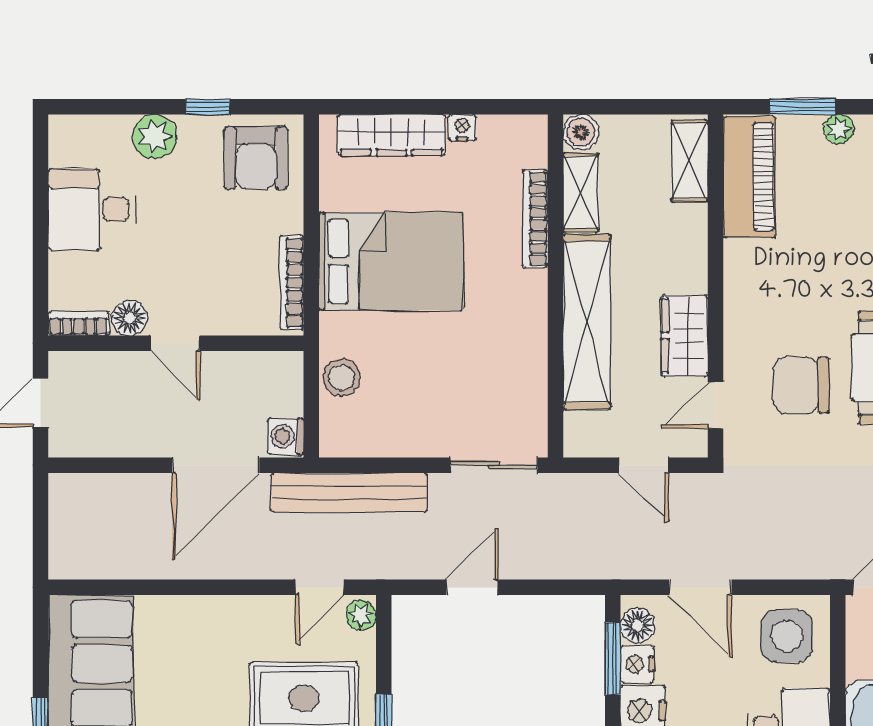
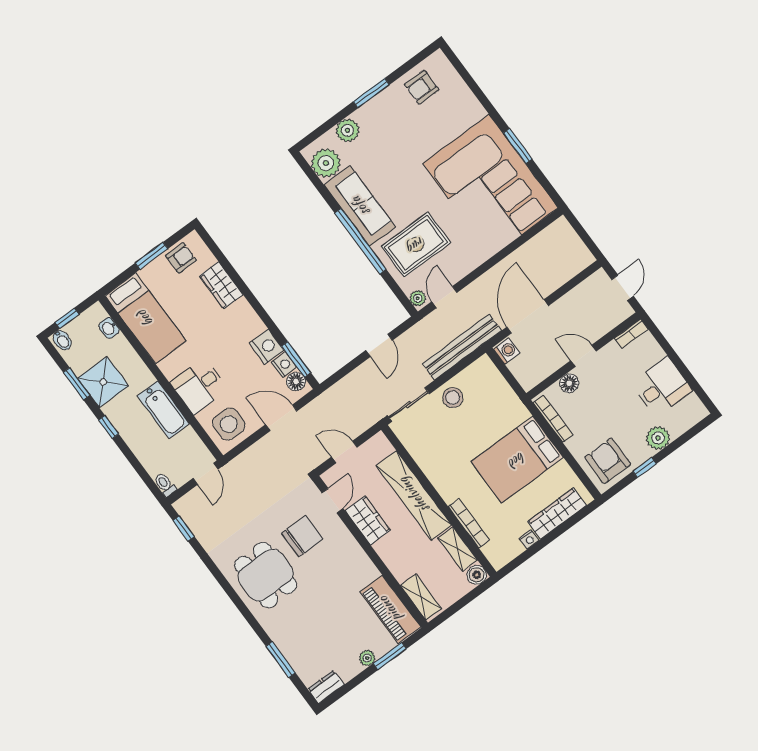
floor lamp: (130, 318) -> (569, 383), moved
stool: (342, 377) -> (453, 398), moved

